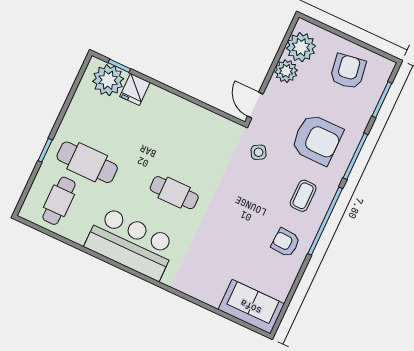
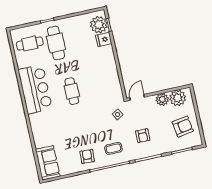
armchair: (317, 139) -> (143, 136), width x0.53, depth x0.53

